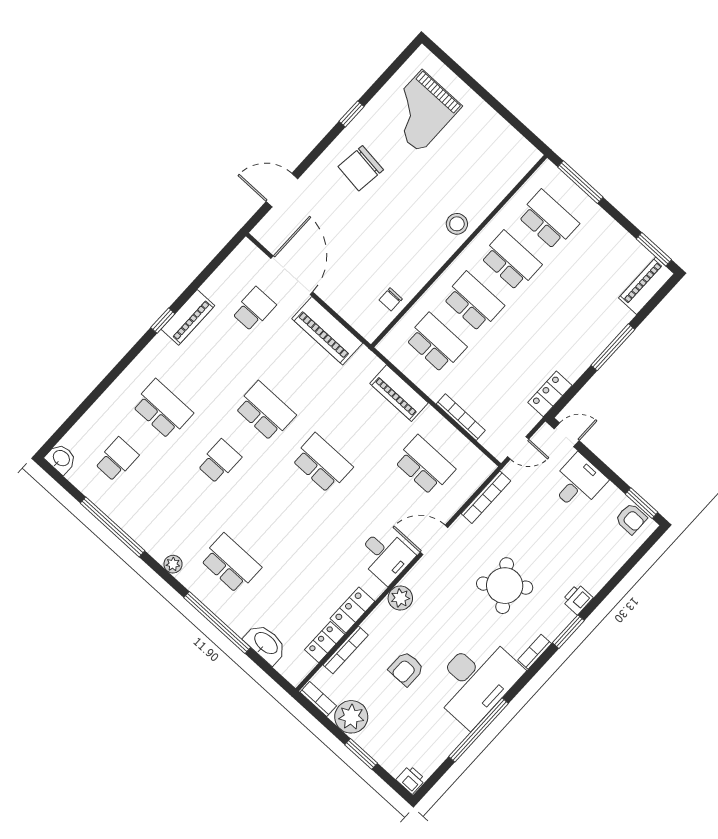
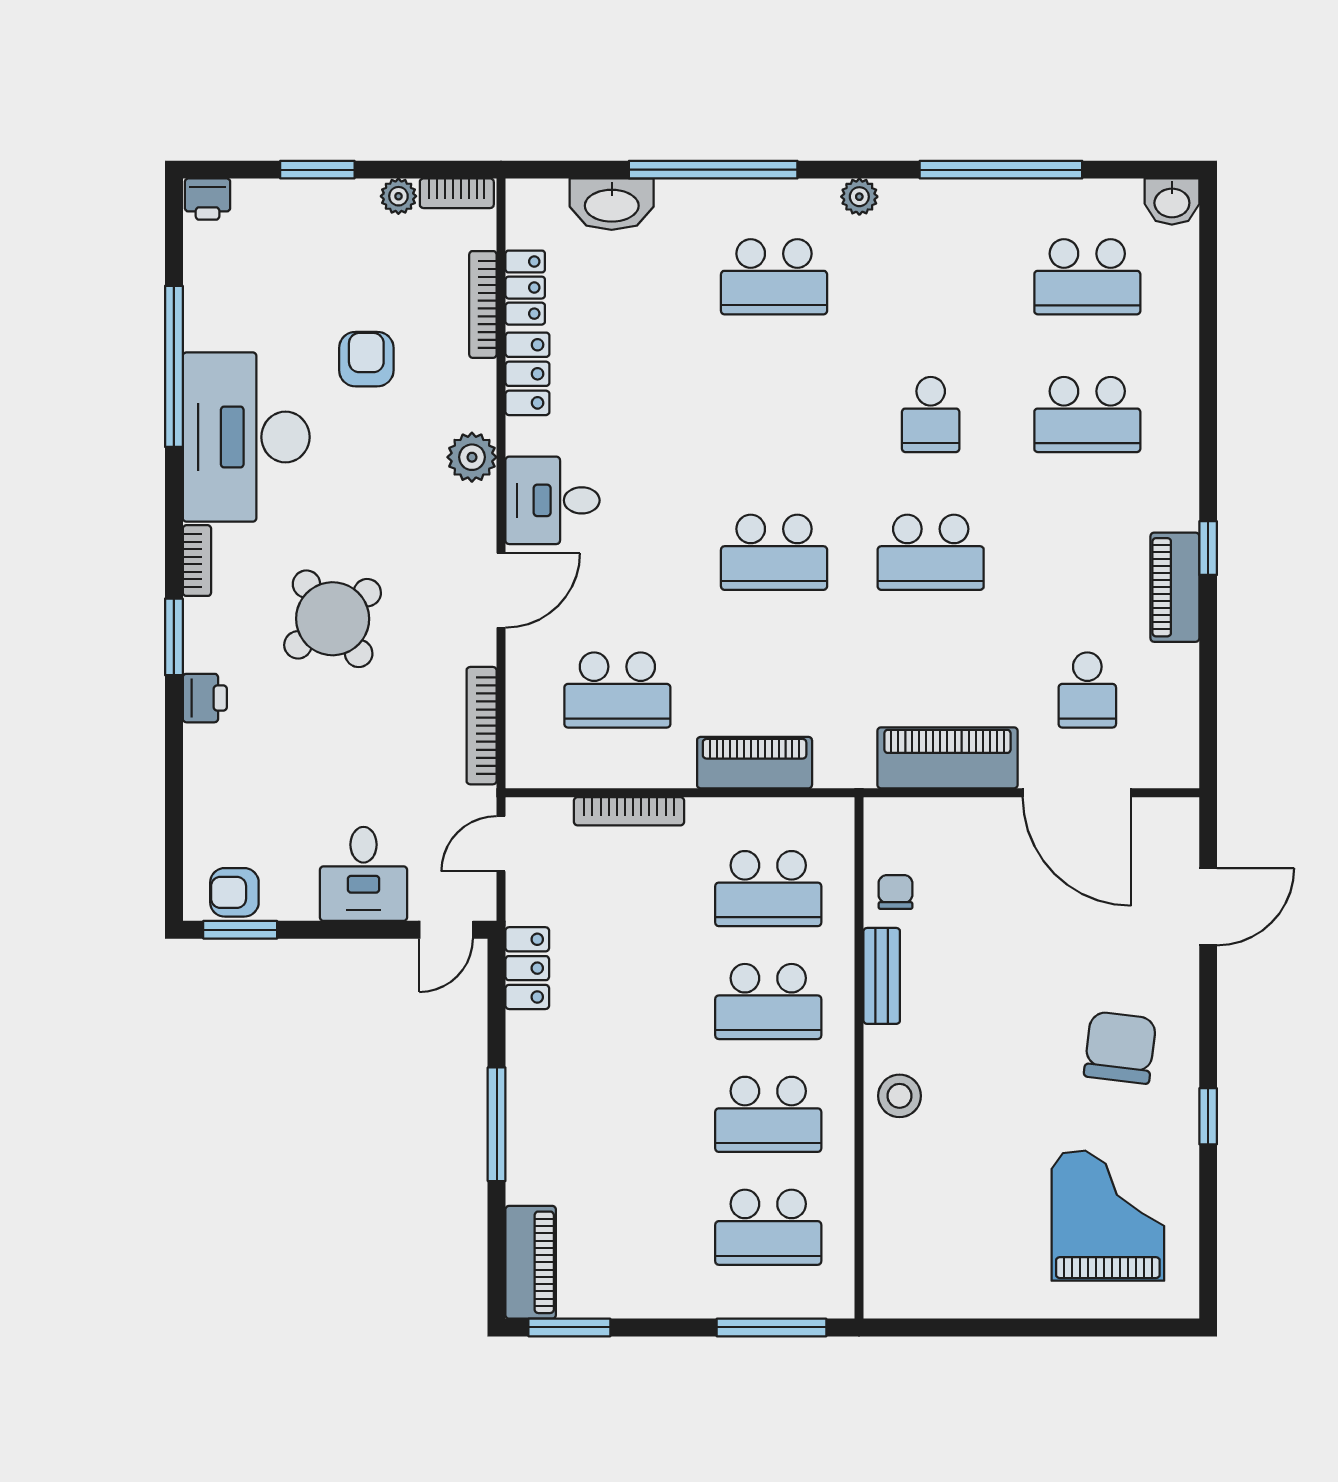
bench: (424, 273) -> (882, 976), added
school desk: (117, 459) -> (1087, 277), width x1.85
plant: (351, 717) -> (398, 196), width x0.53, depth x0.53

